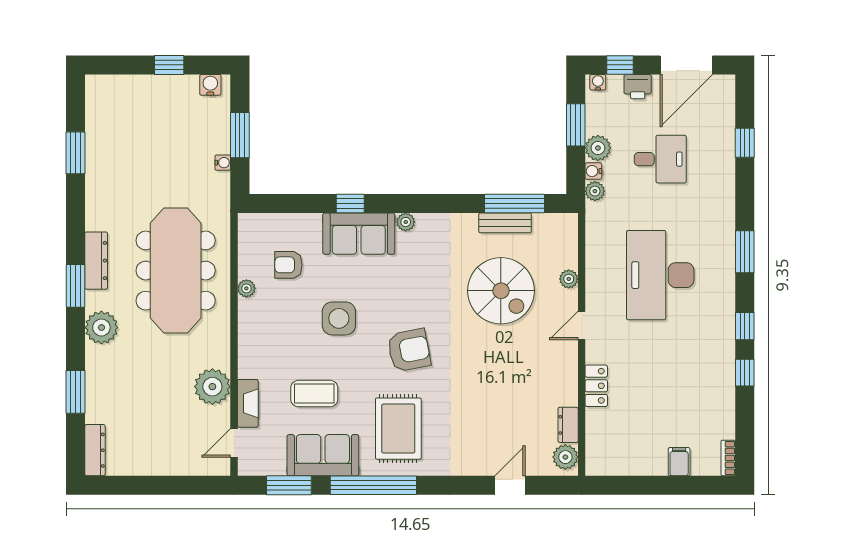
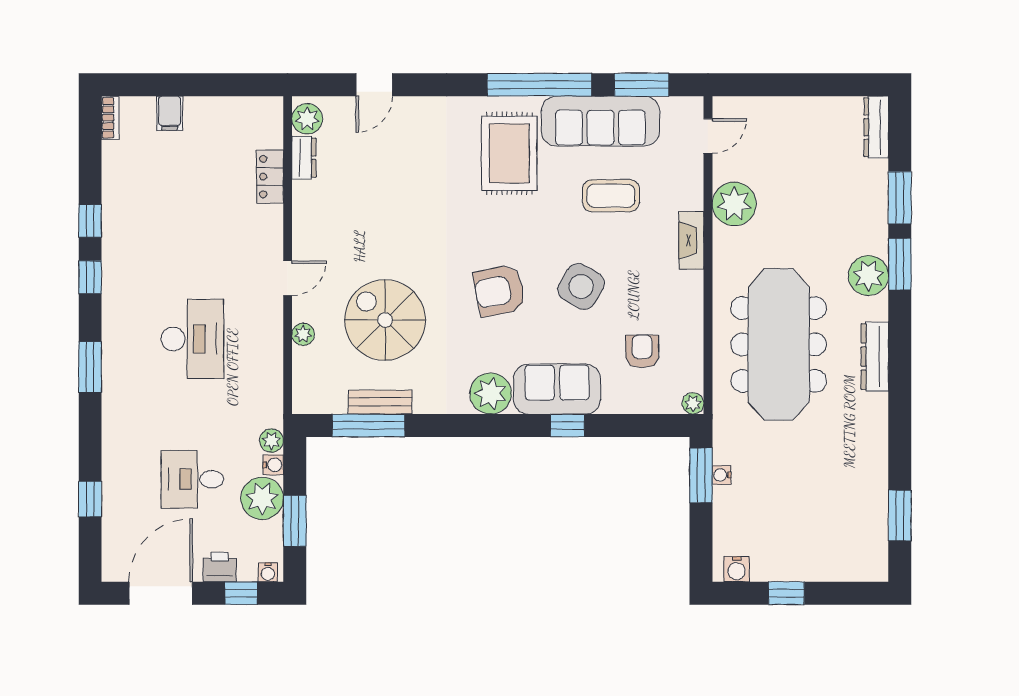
window: (240, 135) -> (701, 475), moved
plant: (598, 148) -> (262, 498), width x1.36, depth x1.36
window: (75, 153) -> (900, 515), moved
plant: (406, 222) -> (491, 394), width x1.87, depth x1.87
armchair: (288, 265) -> (642, 351), turned -90
desk: (660, 275) -> (192, 339), width x0.73, depth x0.77
window: (75, 286) -> (900, 264), moved
plant: (246, 288) -> (693, 403), moved
side table: (339, 318) -> (581, 287), turned 30
armchair: (409, 350) -> (499, 291), moved
locker: (596, 386) -> (270, 177), moved
fireplace: (248, 403) -> (691, 240), moved
sofa: (323, 455) -> (600, 121), width x1.36

